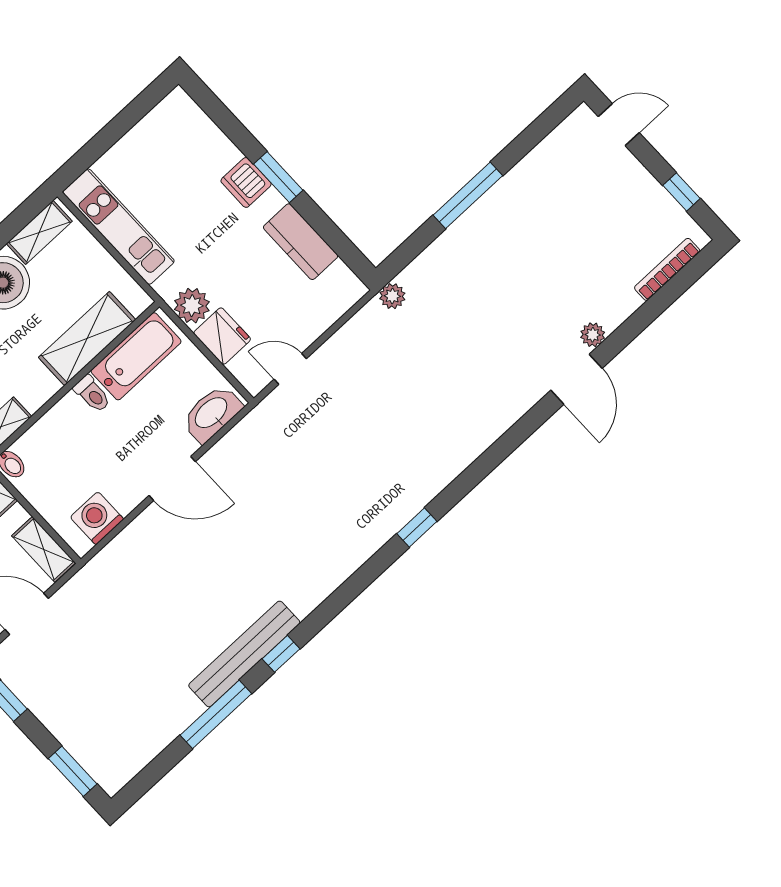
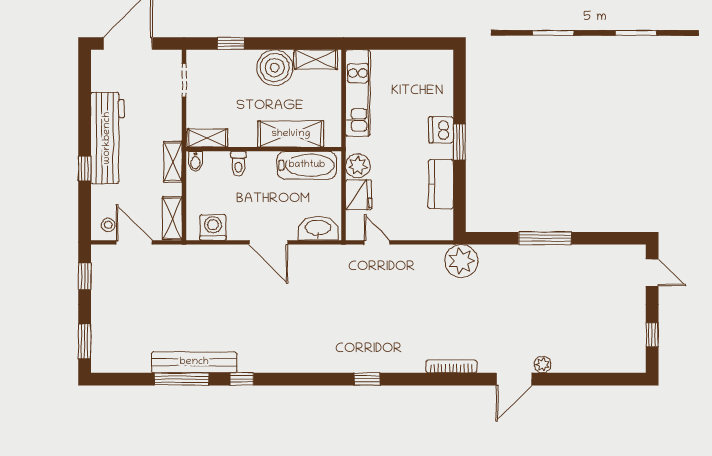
bookcase: (667, 269) -> (451, 366), moved
plant: (392, 296) -> (461, 261), width x1.87, depth x1.87
toilet: (92, 394) -> (238, 164), moved
bench: (244, 654) -> (194, 362), moved

